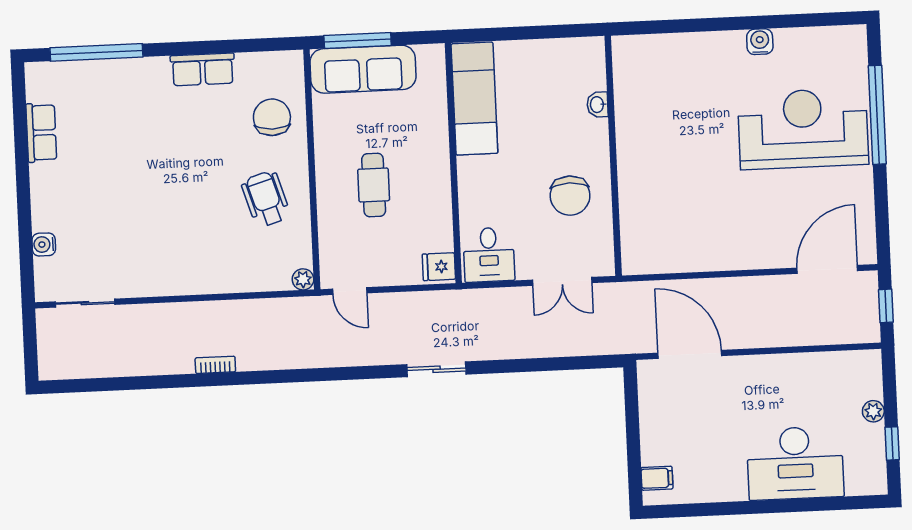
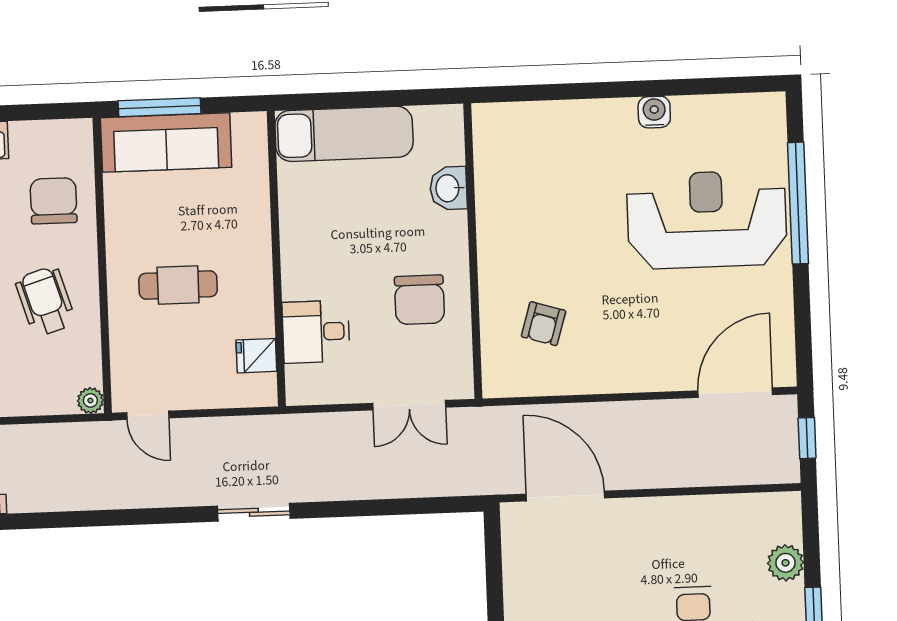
exam couch: (474, 99) -> (344, 134), moved, turned 90
washbasin: (597, 105) -> (448, 188), width x1.38, depth x1.45
cafe table: (374, 185) -> (178, 285), turned 90
armchair: (671, 214) -> (544, 324), added
desk: (489, 255) -> (316, 332), moved, turned 90
fridge: (439, 267) -> (256, 356), moved
plant: (873, 411) -> (786, 563), width x1.38, depth x1.38

